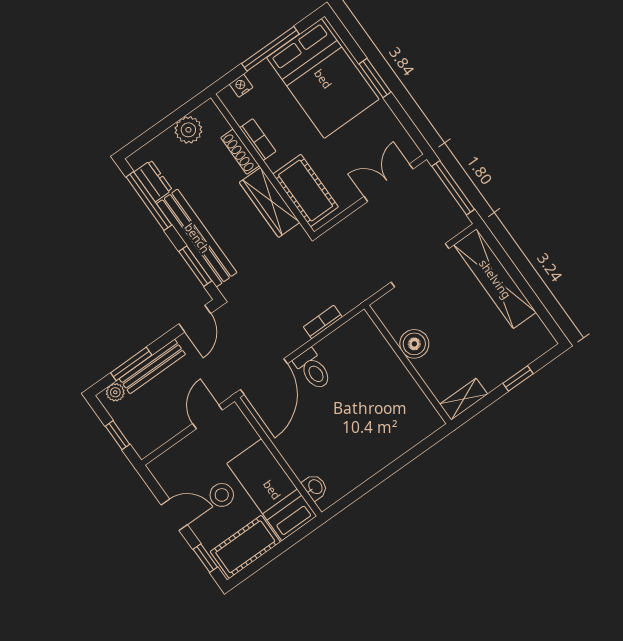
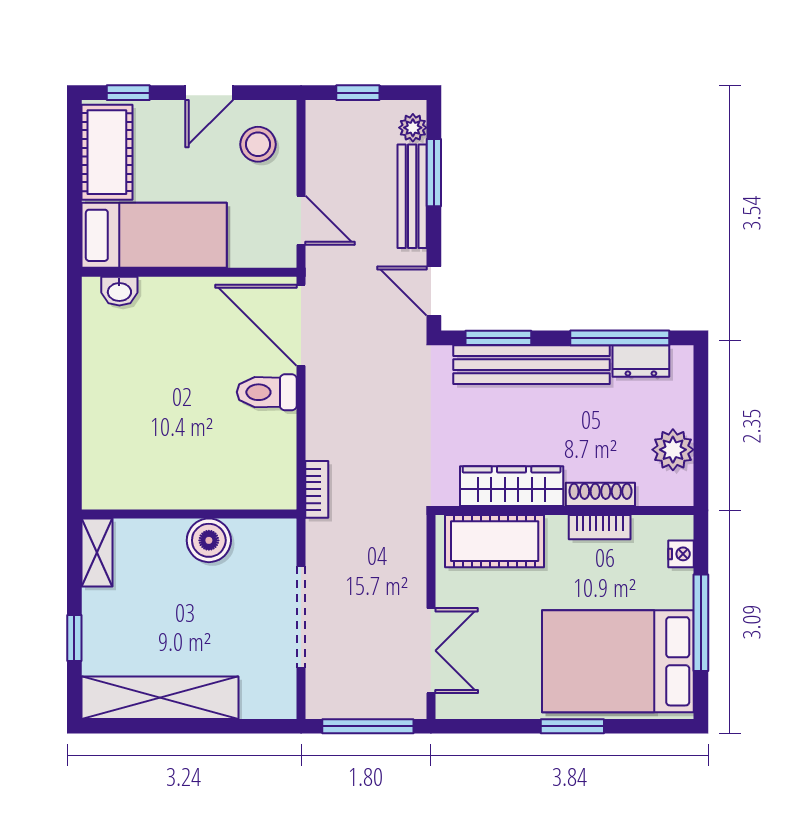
shelving: (495, 279) -> (160, 698), moved
bookcase: (323, 322) -> (317, 489), moved
stool: (222, 495) -> (258, 144), moved

